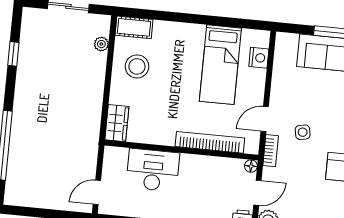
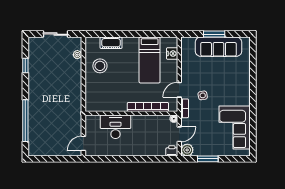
cot: (134, 27) -> (111, 43), moved
wardrobe: (117, 123) -> (91, 101), removed

